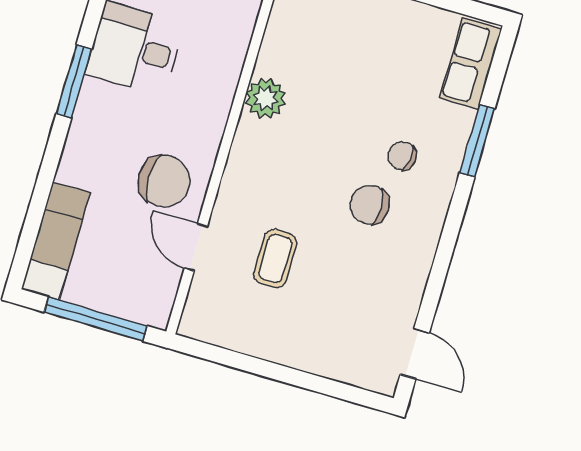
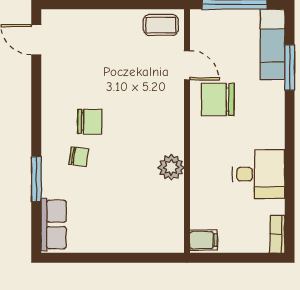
window: (74, 81) -> (290, 68), moved
coffee table: (275, 259) -> (161, 25), moved, turned 90

